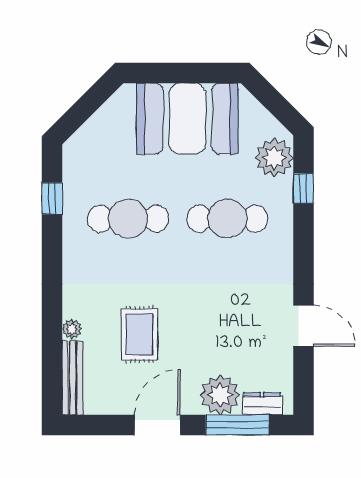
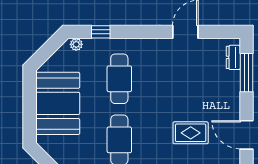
plant: (274, 158) -> (76, 44), width x0.53, depth x0.53
plant: (220, 395) -> (228, 83), removed
door: (157, 425) -> (246, 135), moved

